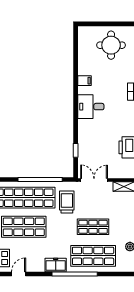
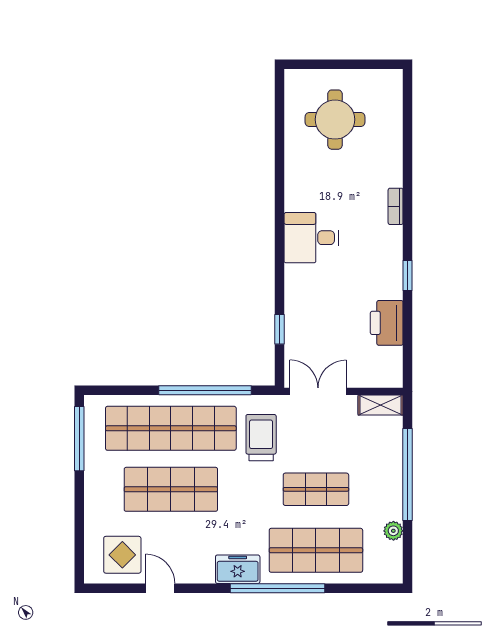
round table: (111, 45) -> (335, 120), moved
filing cabinet: (84, 81) -> (298, 183), removed
door: (19, 274) -> (160, 588), hinge flipped

